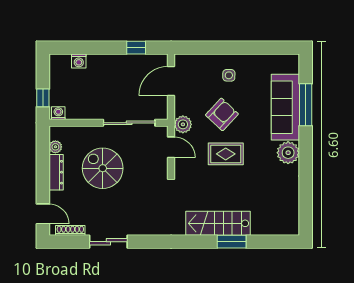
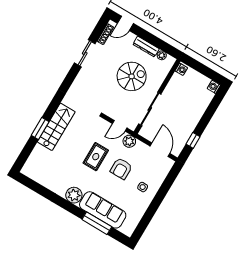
washing machine: (79, 61) -> (214, 87), moved
window: (43, 98) -> (196, 65), removed
armchair: (222, 114) -> (121, 169), turned 47

